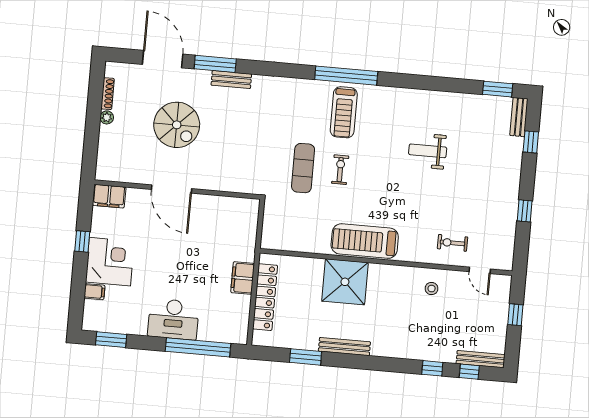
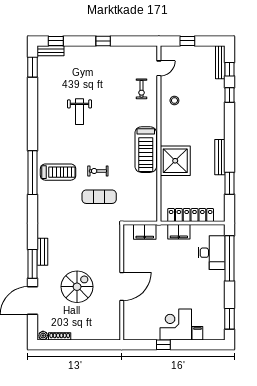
plant: (107, 117) -> (43, 336), moved
window: (531, 142) -> (56, 41), moved
filing cabinet: (109, 196) -> (145, 232), moved, turned 90
window: (525, 211) -> (103, 41), moved
desk: (173, 319) -> (212, 253), moved

